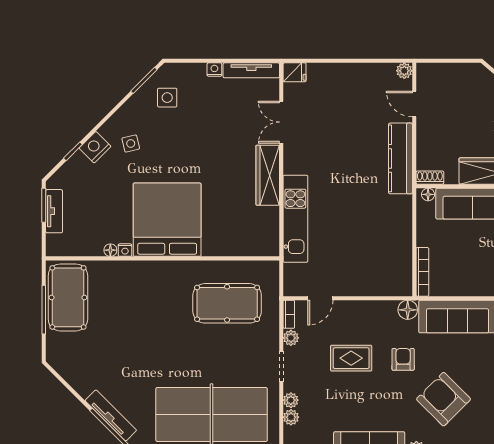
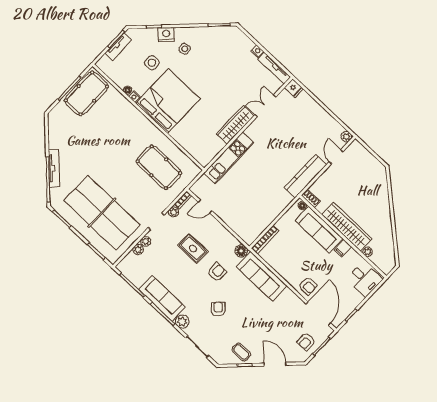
side table: (167, 98) -> (152, 63), moved
armchair: (444, 399) -> (218, 309), width x0.53, depth x0.53

